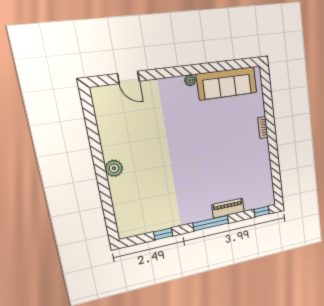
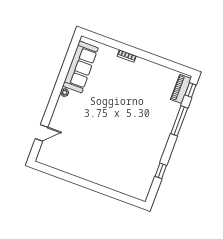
plant: (114, 168) -> (95, 176), removed
piano: (228, 208) -> (181, 89), moved
window: (211, 223) -> (179, 121), moved

